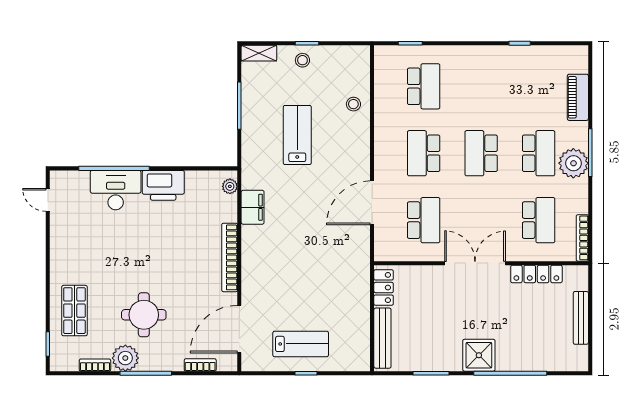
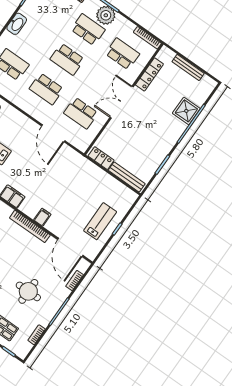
washbasin: (481, 55) -> (17, 24), added
school desk: (424, 220) -> (81, 113), turned 180
filing cabinet: (253, 265) -> (42, 217), added
shower: (479, 355) -> (186, 111), moved
plant: (125, 358) -> (44, 317), removed

